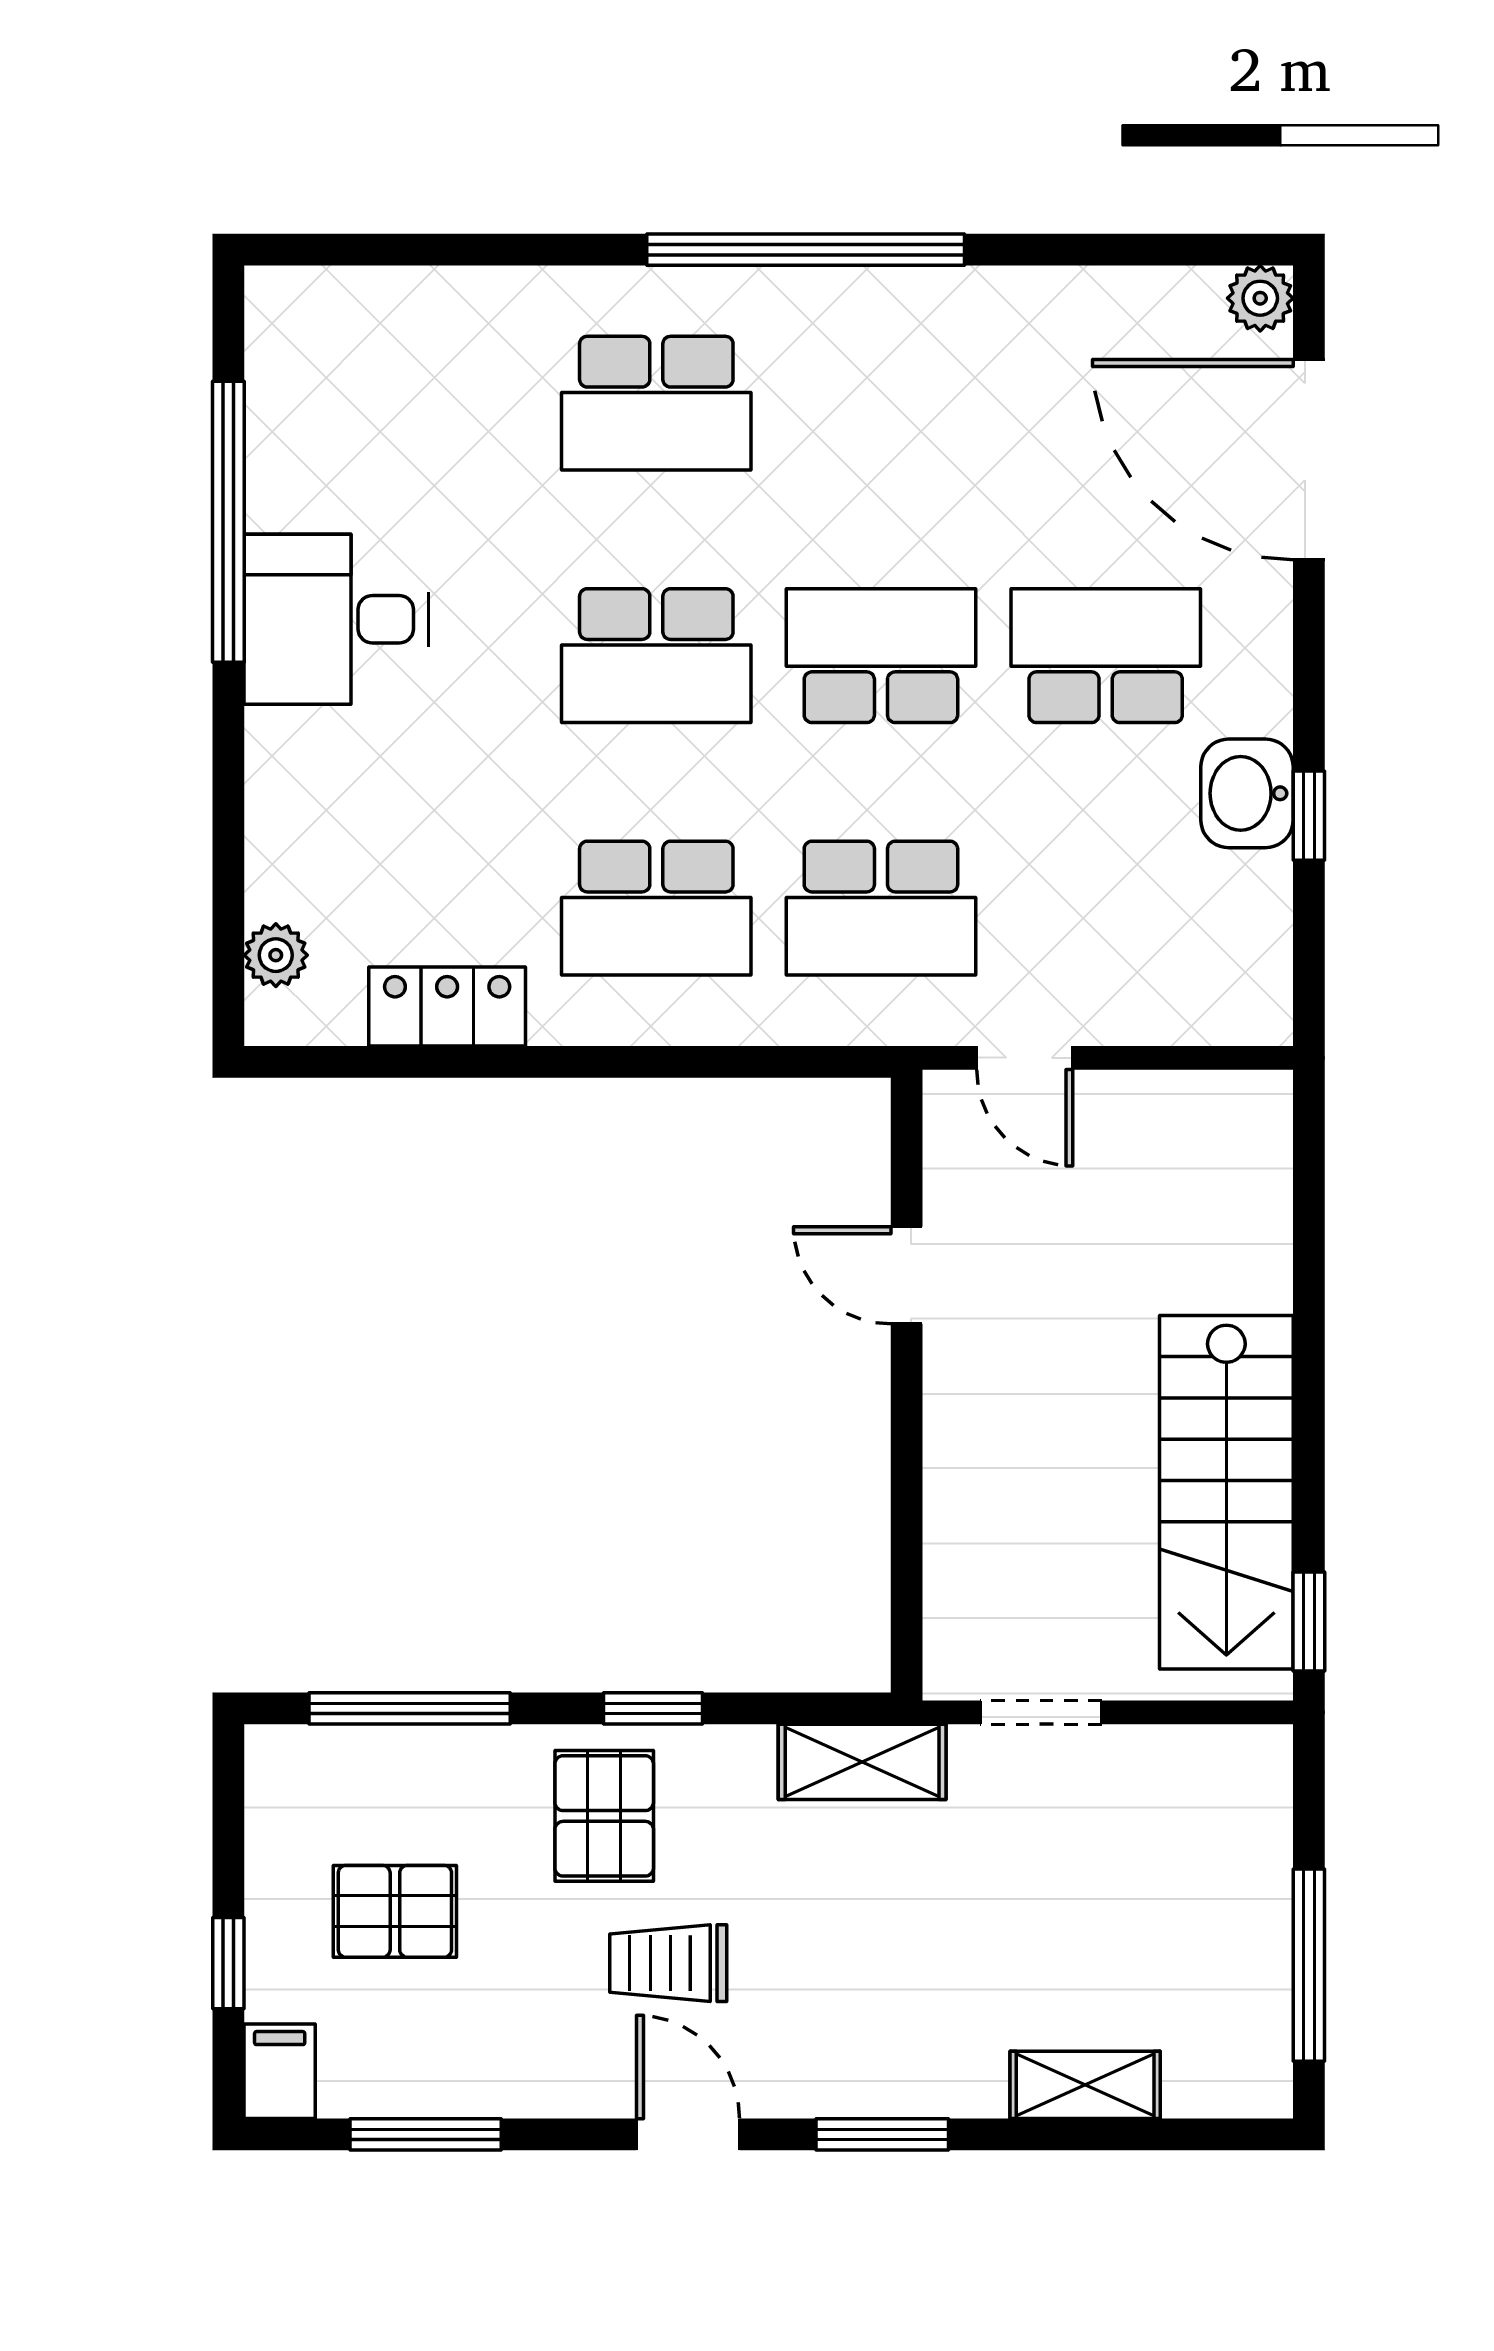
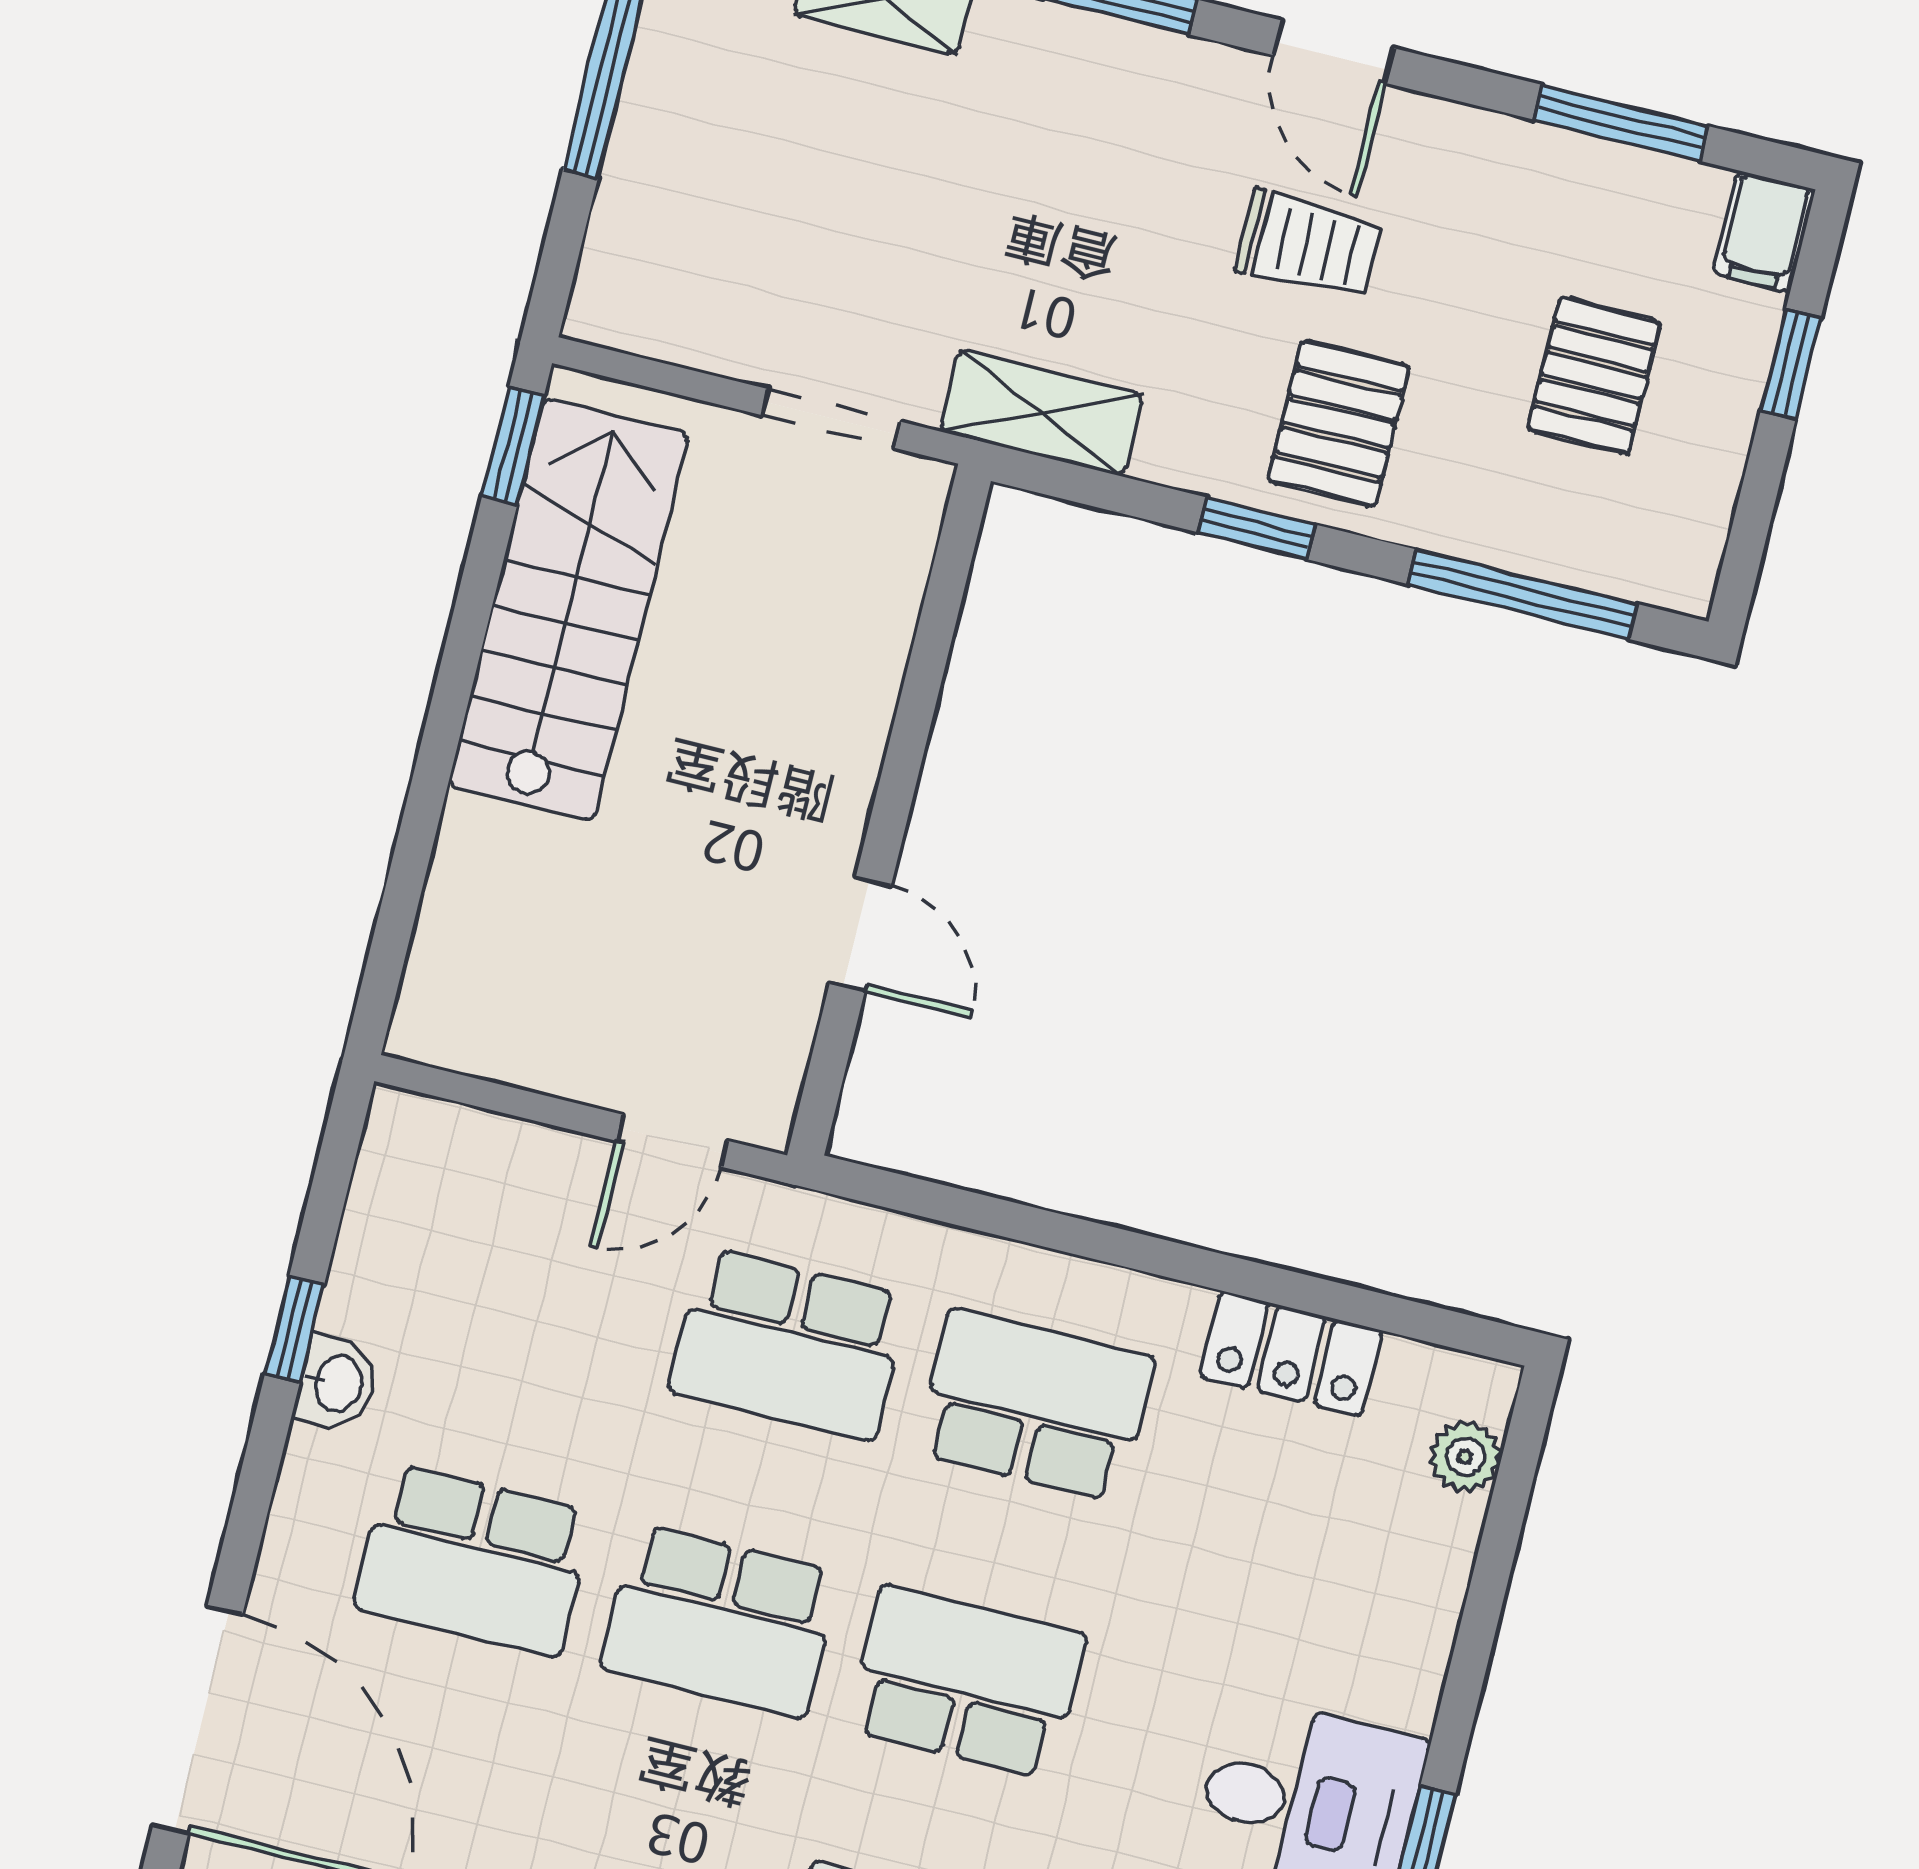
washbasin: (1247, 793) -> (337, 1383), width x0.72, depth x0.69
school desk: (881, 908) -> (789, 1344), turned 180
door: (1025, 1058) -> (672, 1141), swing flipped
pallet: (395, 1911) -> (1594, 376), turned 90

